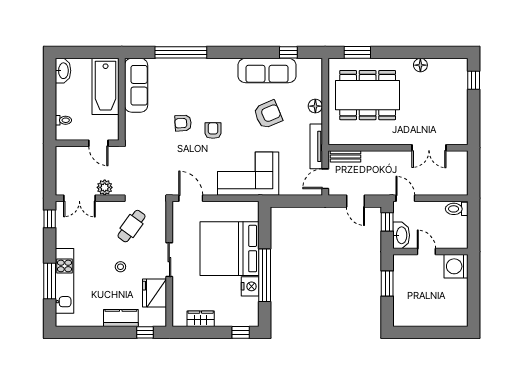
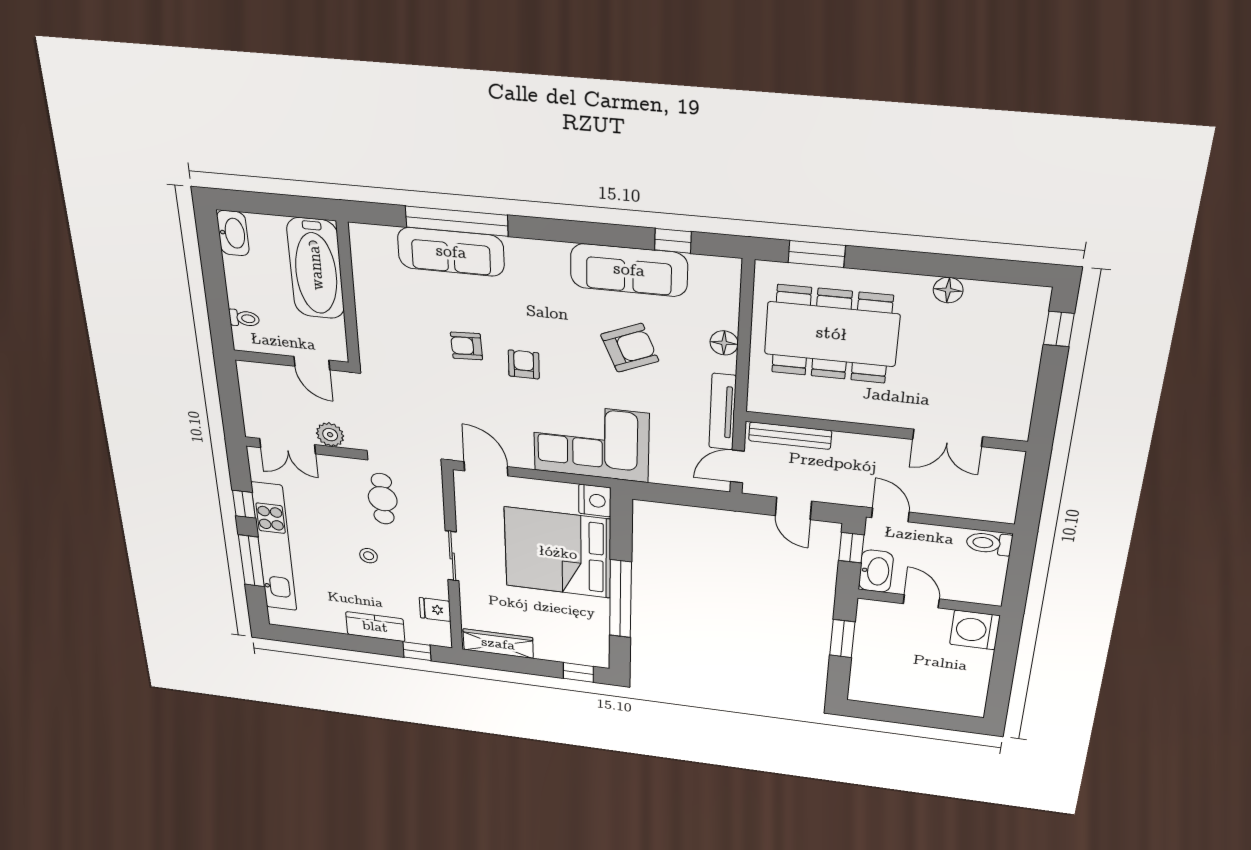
sofa: (136, 85) -> (451, 252), moved, turned 90
bench: (346, 156) -> (790, 436), width x1.36
window: (50, 219) -> (244, 504), moved
cafe table: (131, 226) -> (383, 499), turned -36
kitchen unit: (65, 281) -> (274, 547), width x1.36
nightstand: (250, 286) -> (595, 501), moved
fridge: (154, 293) -> (435, 610), width x0.53, depth x0.75
wardrobe: (201, 319) -> (498, 644), width x1.50

